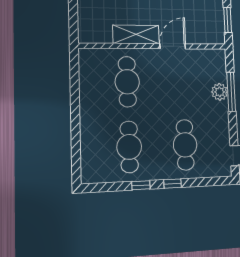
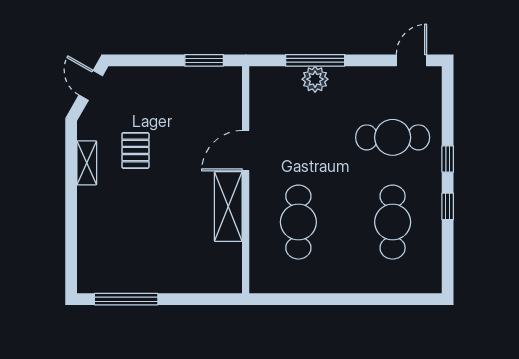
door: (173, 46) -> (246, 151), hinge flipped
cafe table: (127, 82) -> (298, 222), turned 90
cafe table: (129, 147) -> (393, 222), turned 90

